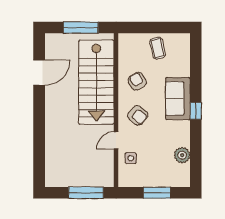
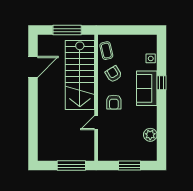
coffee table: (158, 48) -> (106, 51), moved
window: (196, 111) -> (161, 83), moved
armchair: (138, 115) -> (114, 102), turned 49
side table: (131, 158) -> (151, 58), moved

